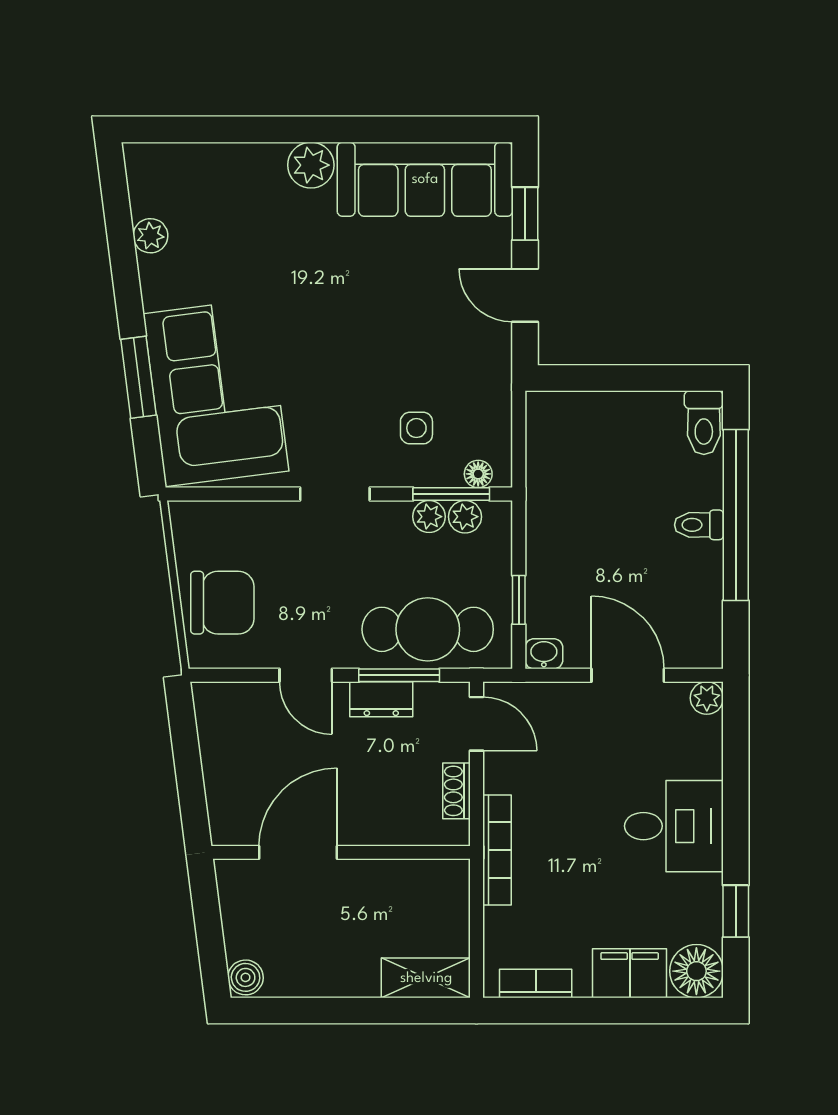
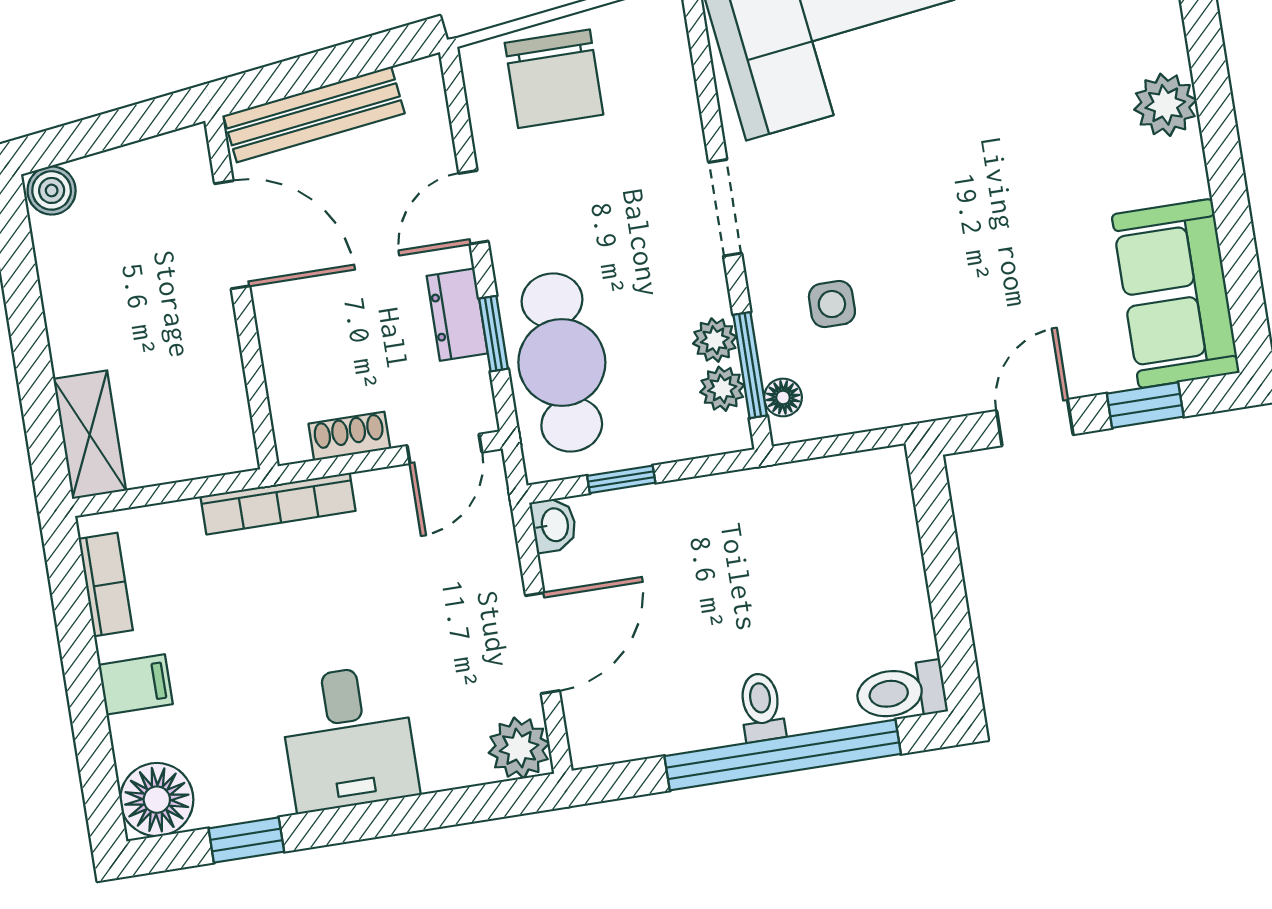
sofa: (425, 179) -> (1176, 294), width x0.73
window: (399, 675) -> (493, 334), width x0.67
plant: (707, 698) -> (519, 748), width x1.38, depth x1.38
bench: (221, 780) -> (314, 114), added
filing cabinet: (630, 973) -> (136, 684), width x0.50

